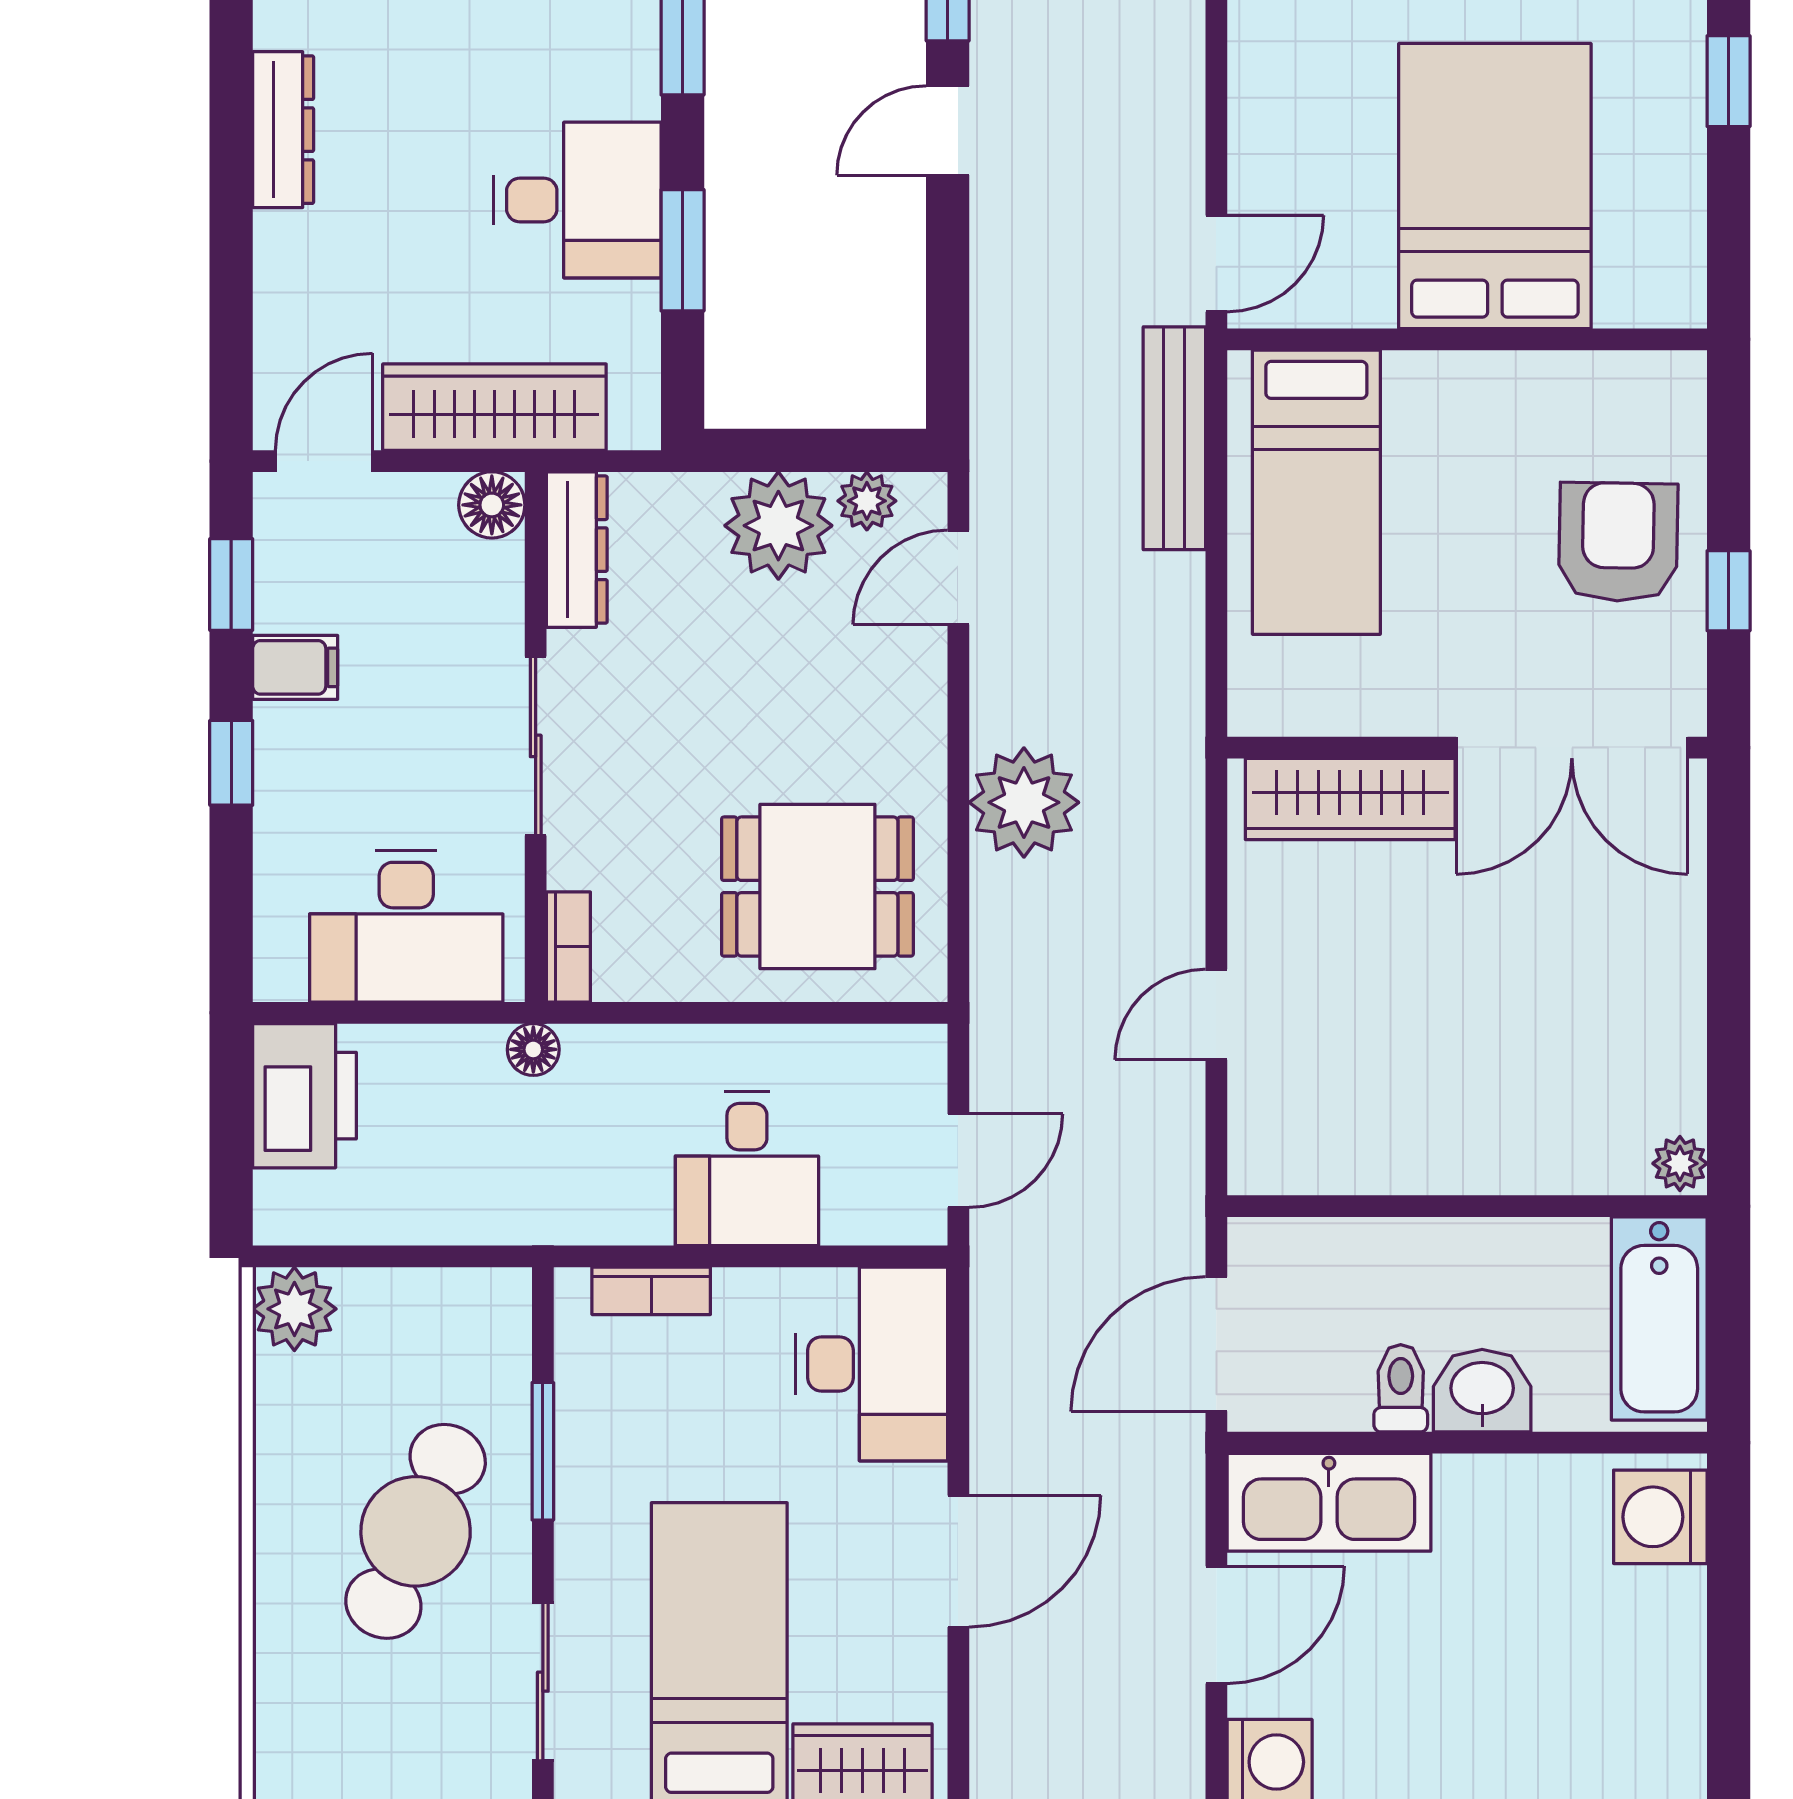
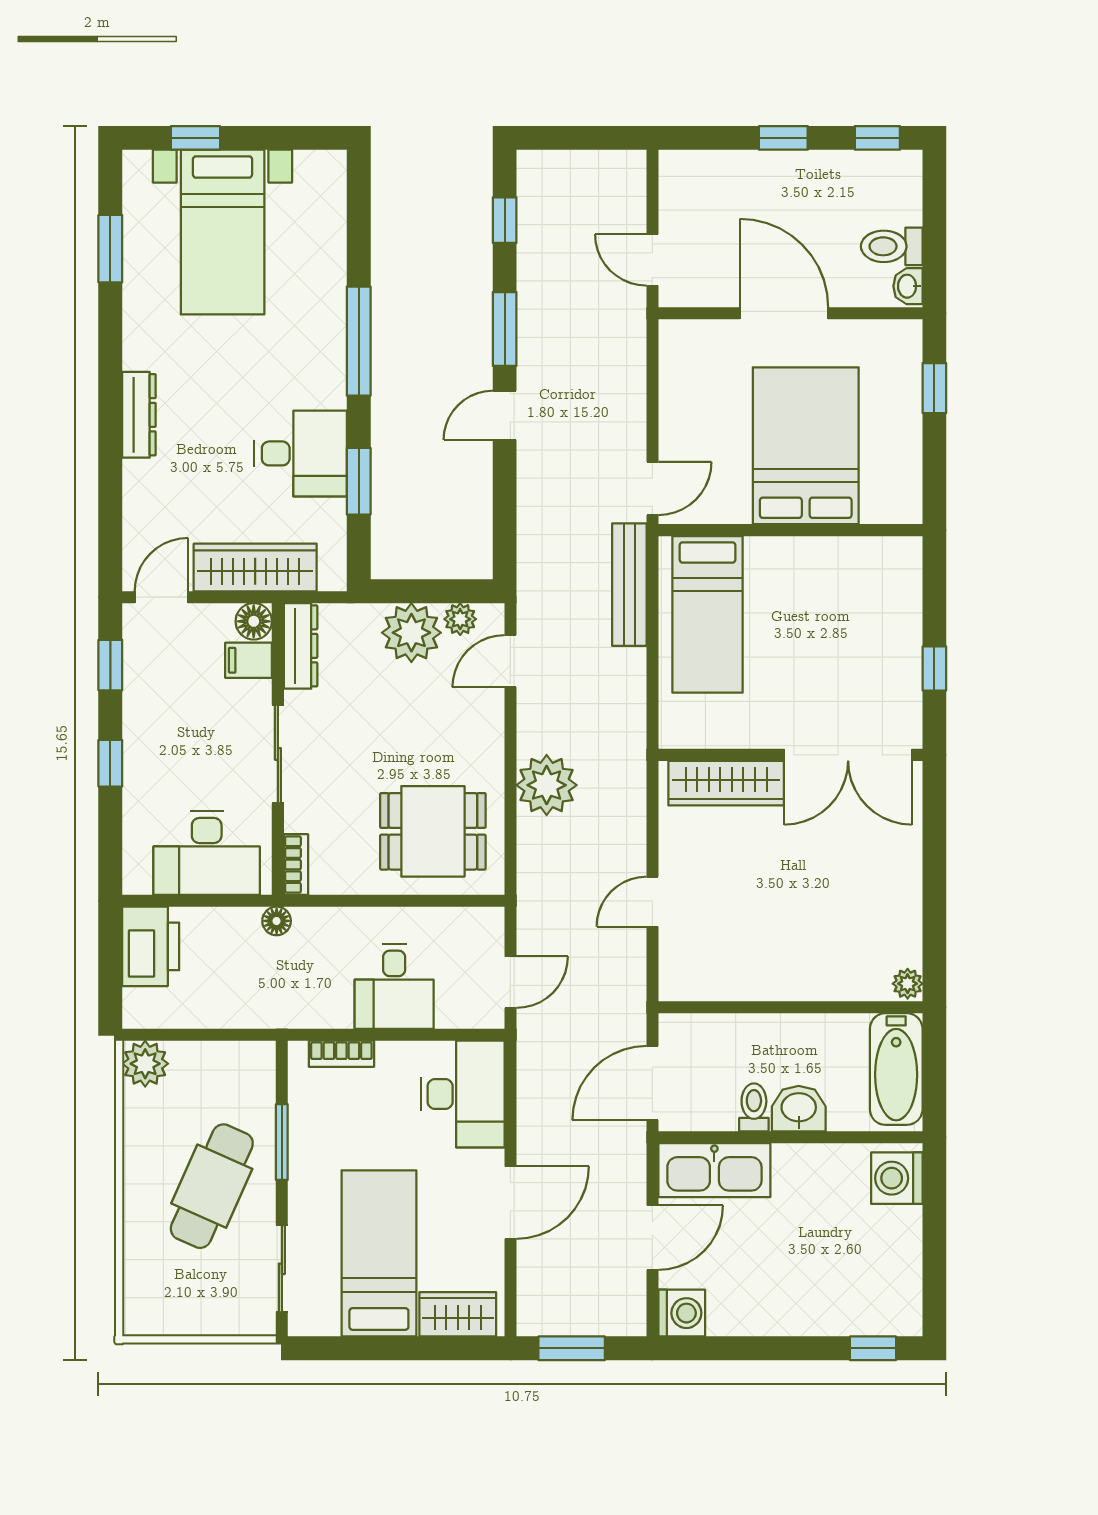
armchair: (1618, 542) -> (874, 642), removed
filing cabinet: (295, 667) -> (249, 660), moved, turned 180

